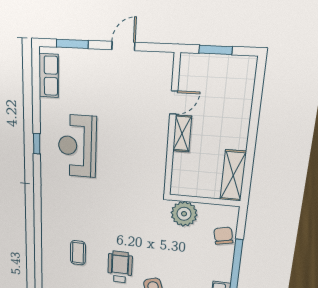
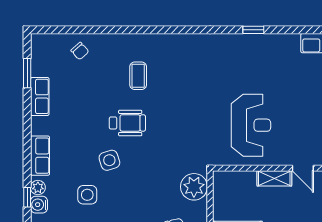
reception desk: (77, 146) -> (251, 125), moved, turned 90
coffee table: (78, 253) -> (138, 76), turned 90

